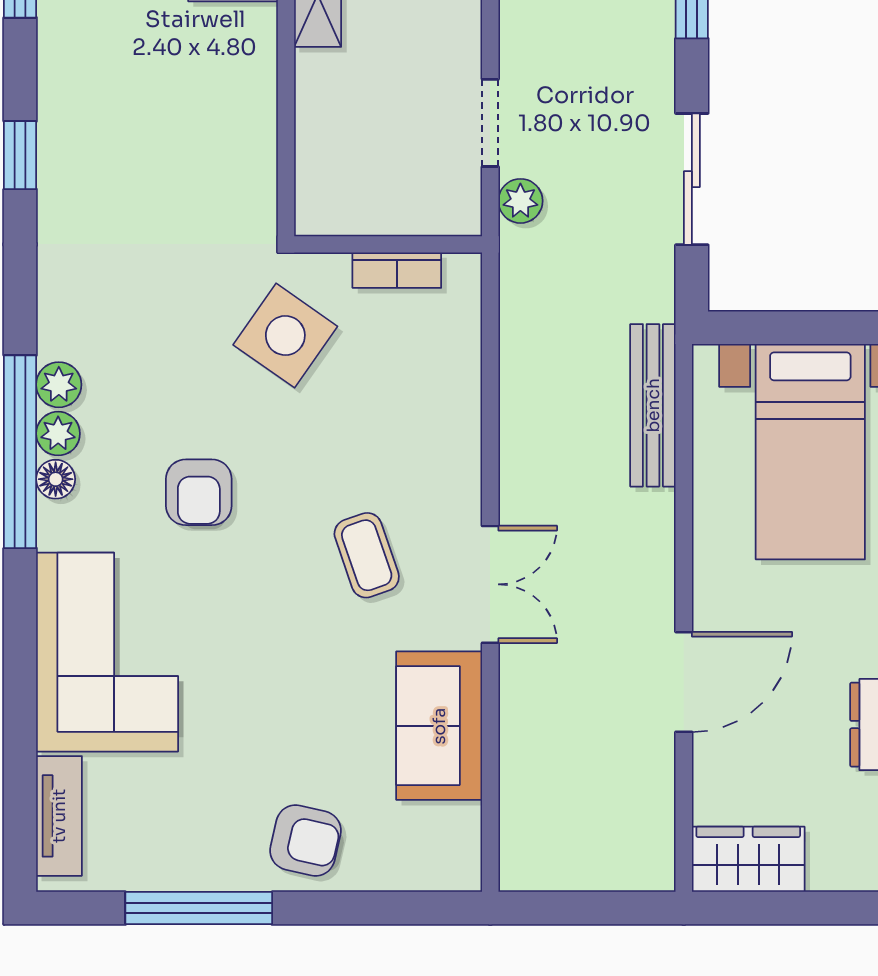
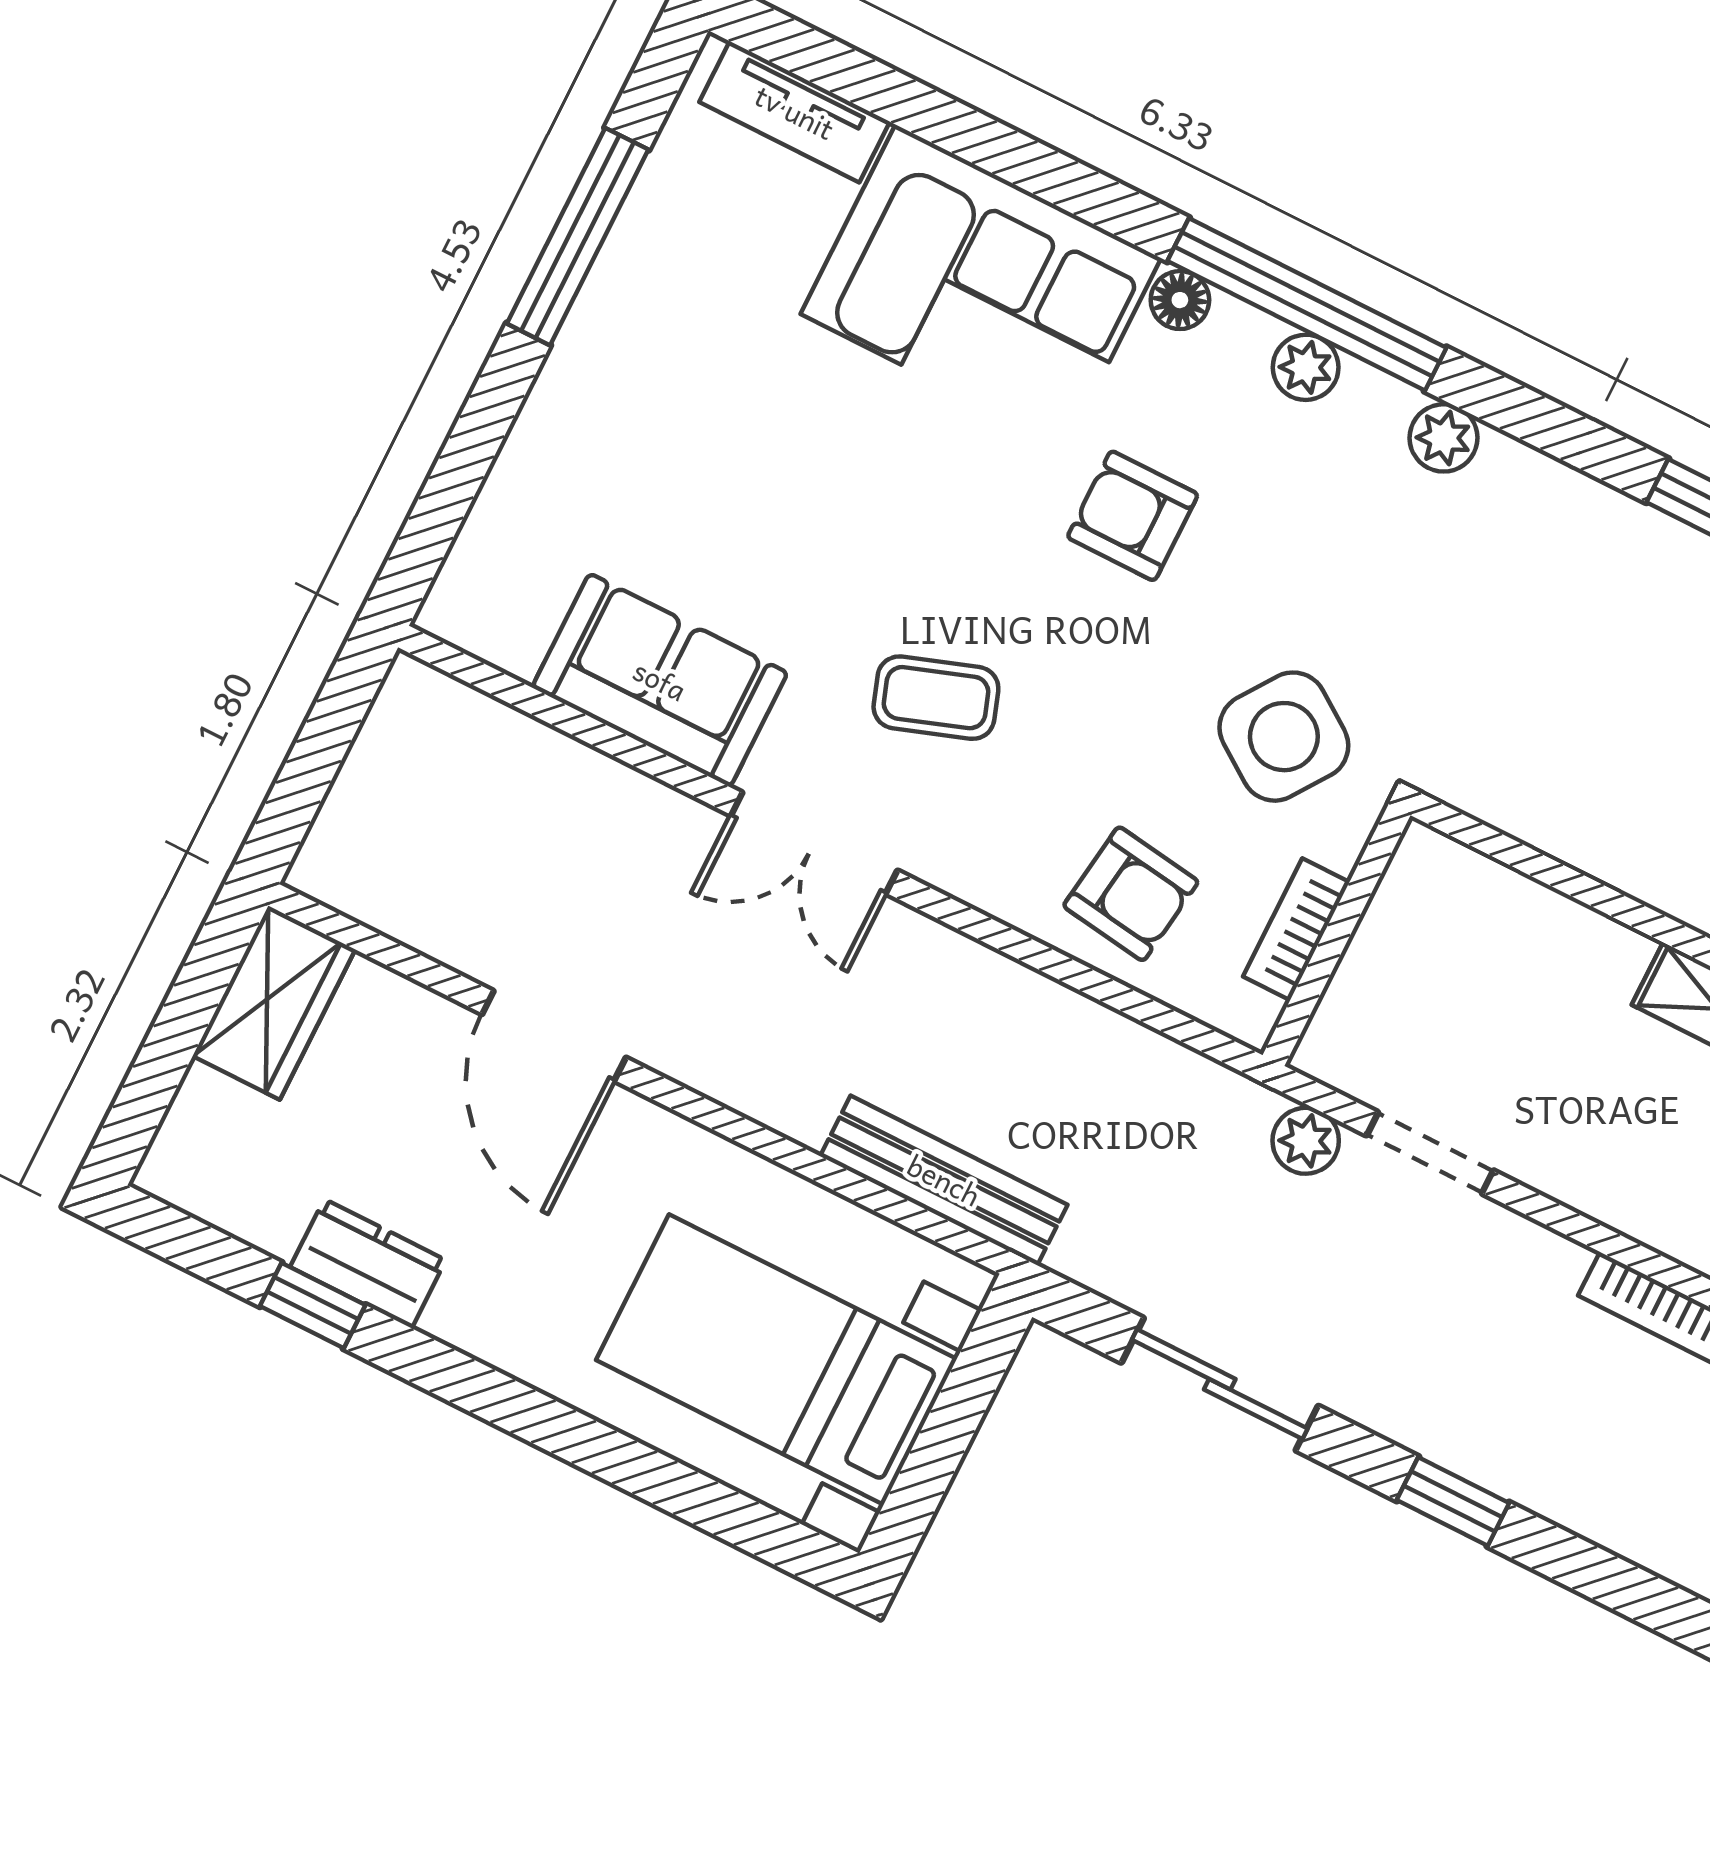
plant: (59, 385) -> (1444, 438), moved
floor lamp: (56, 479) -> (1180, 300), moved
armchair: (306, 841) -> (1131, 894), moved, turned -95

